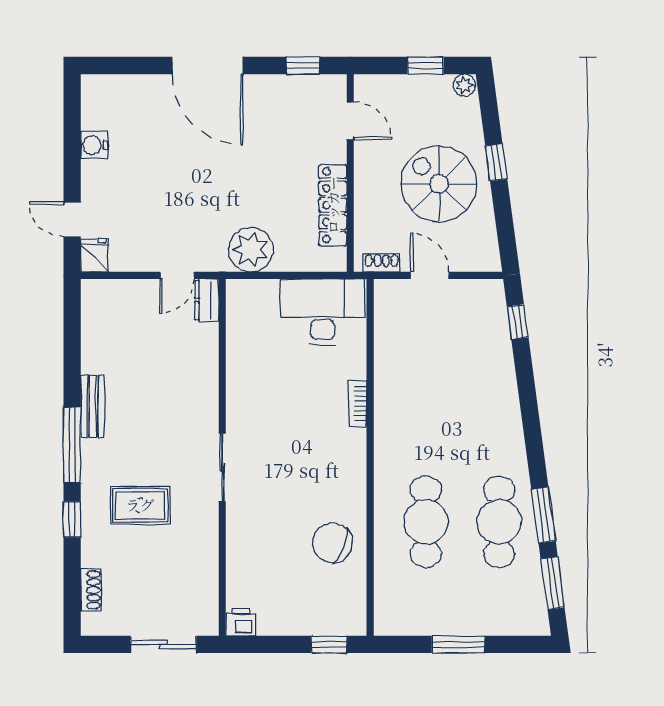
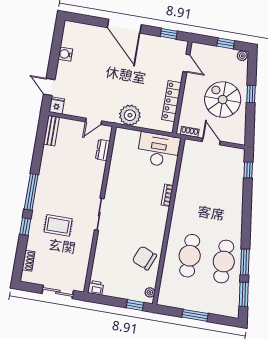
dresser: (207, 300) -> (103, 150), moved
bench: (93, 407) -> (51, 131), moved
plant: (356, 613) -> (150, 292), added

